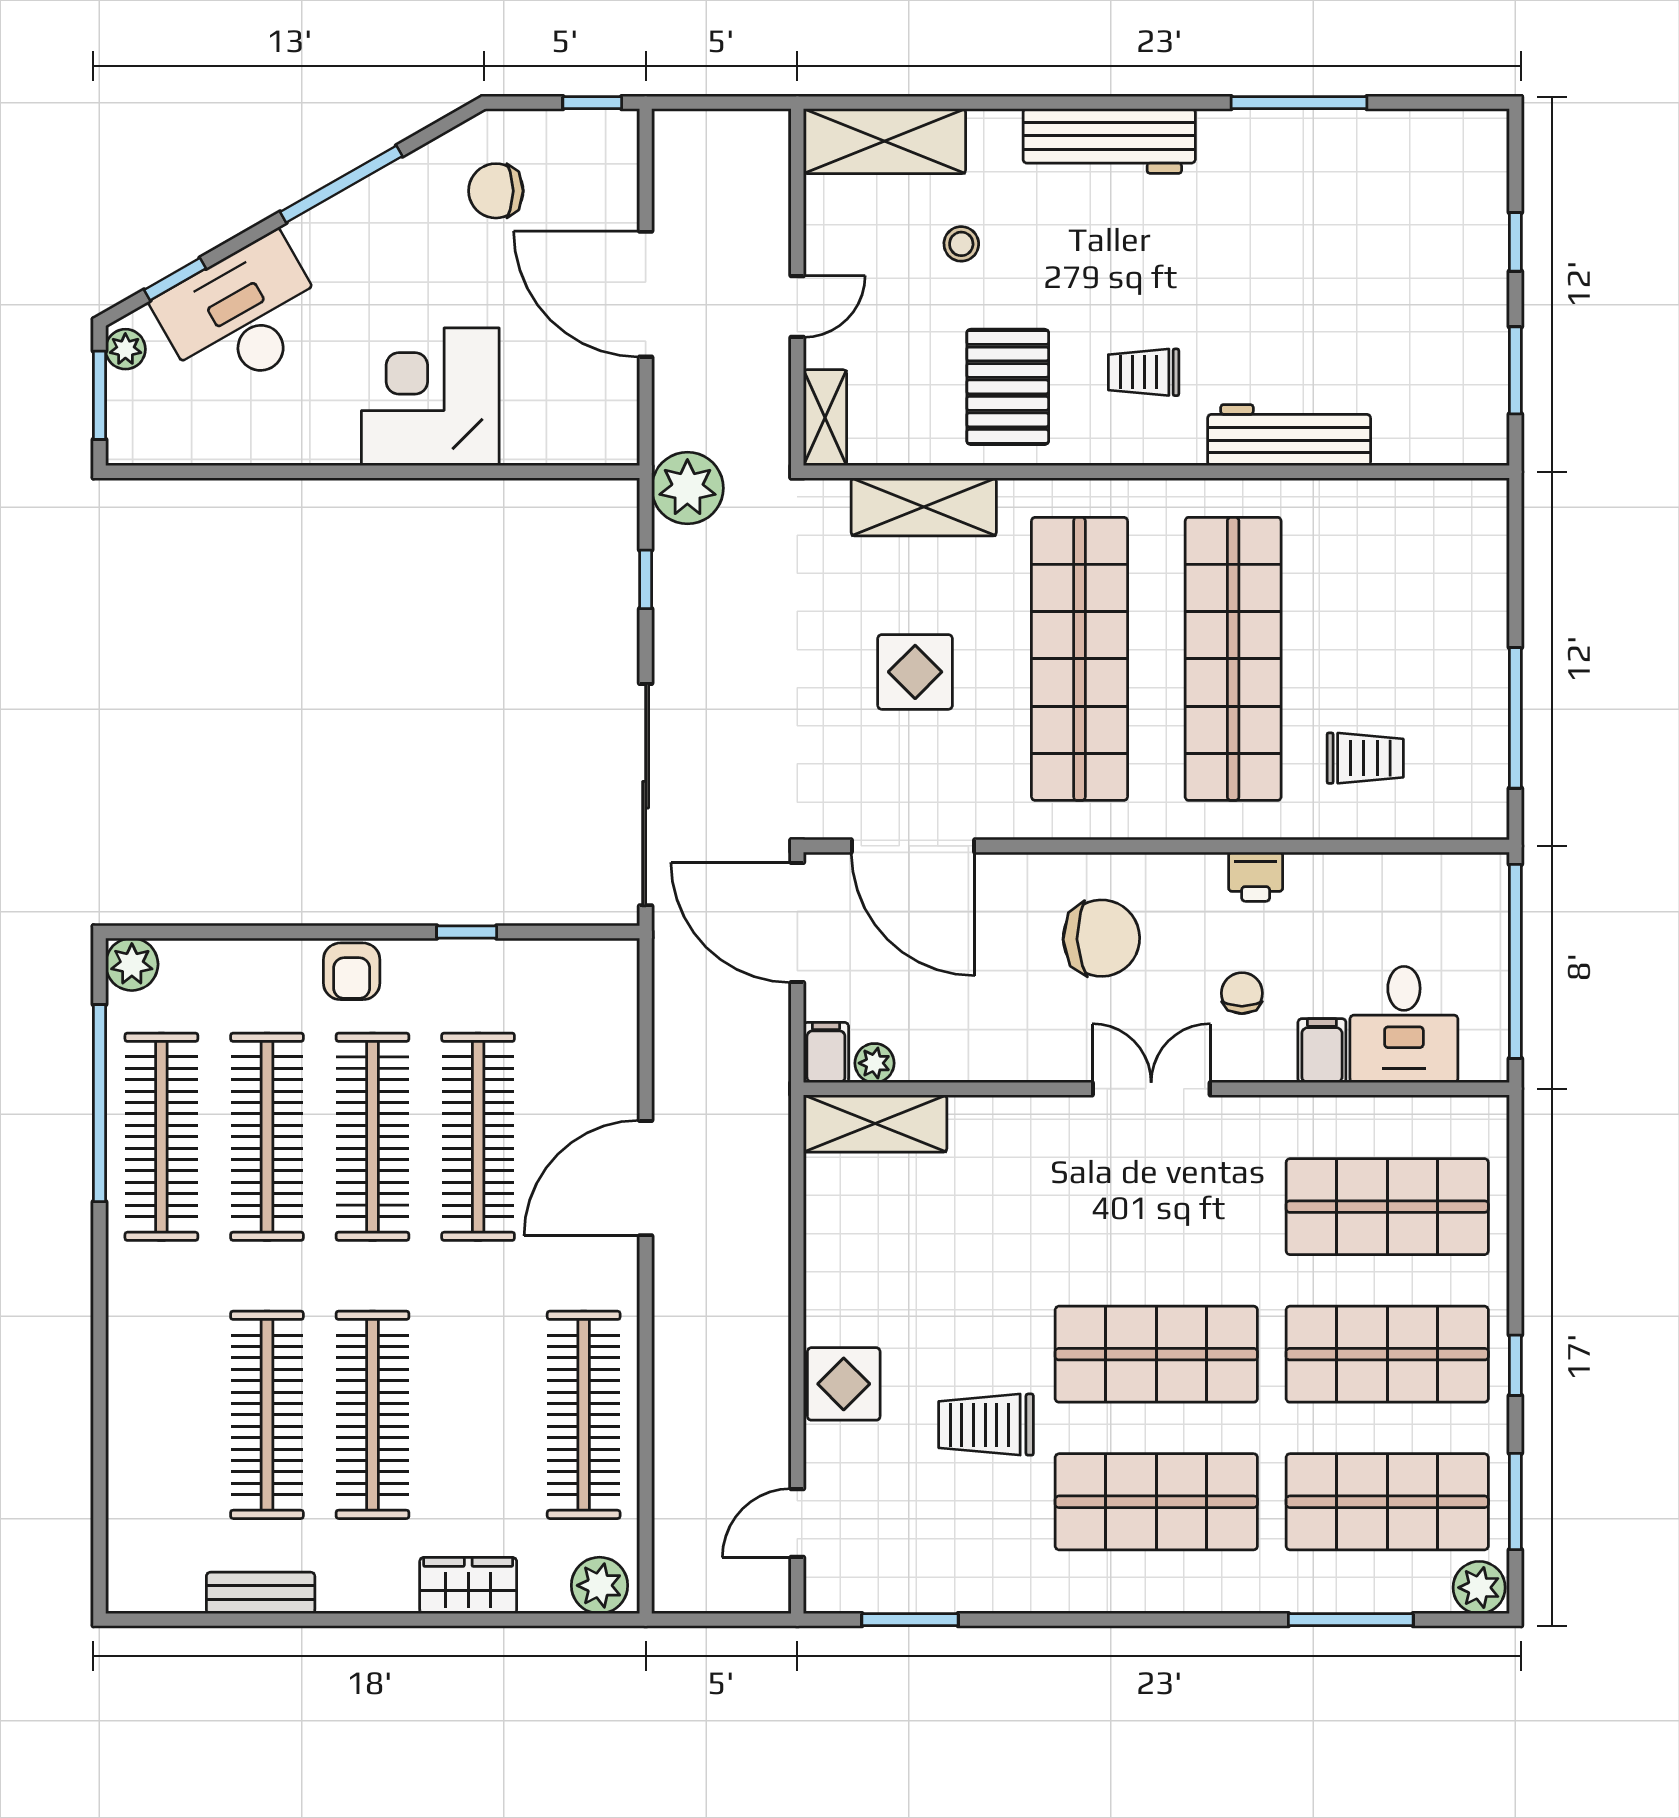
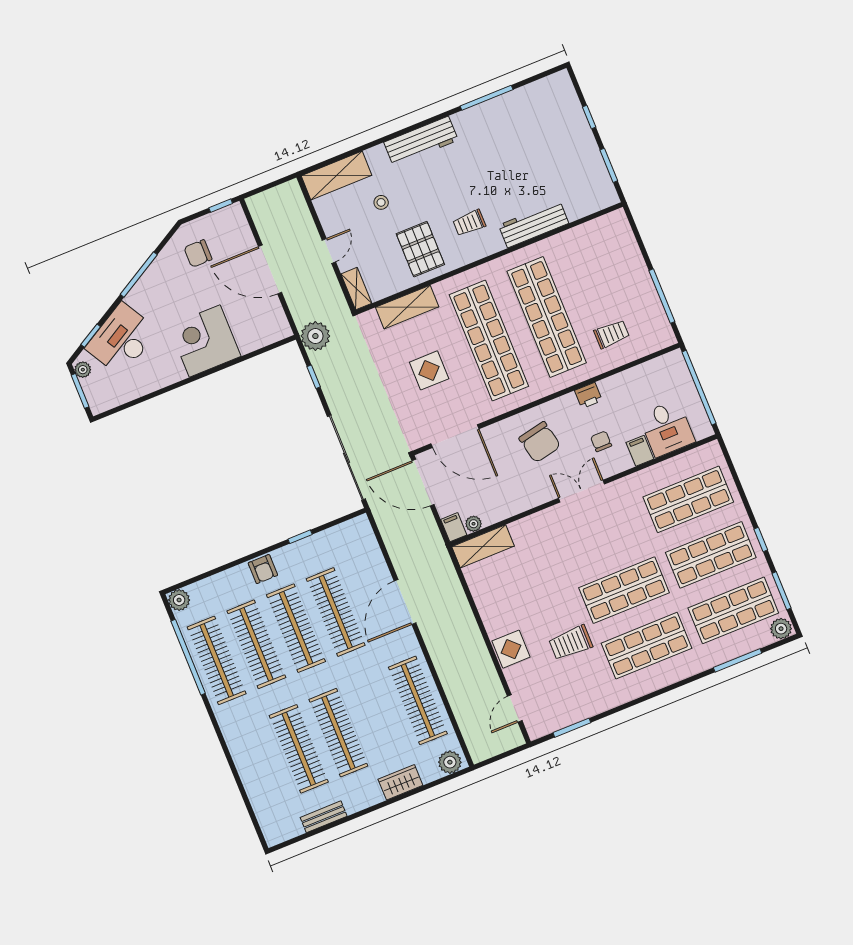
chair: (1101, 938) -> (540, 442), turned 80

